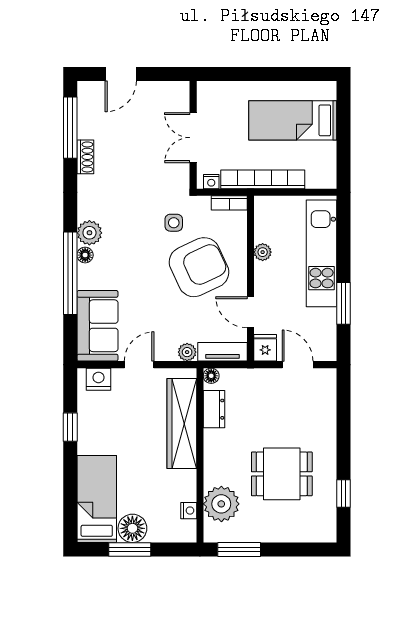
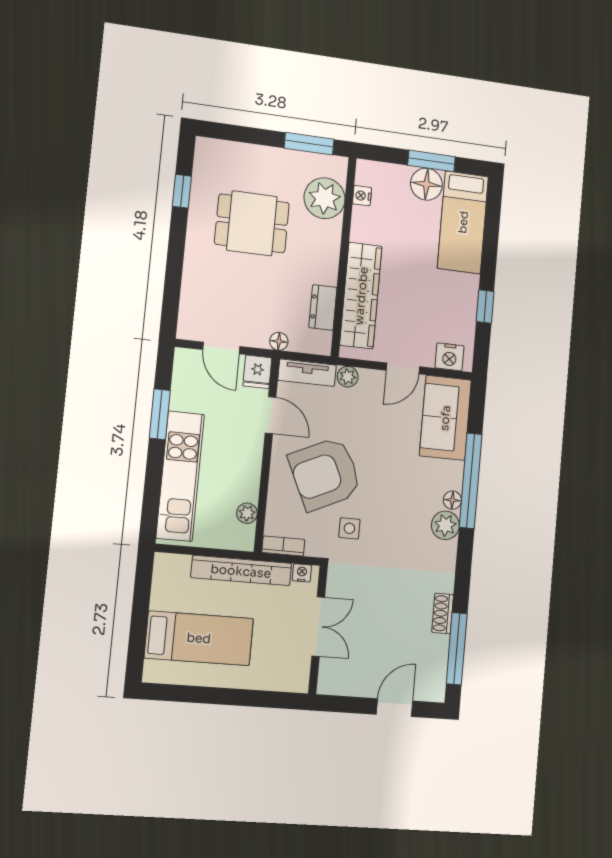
plant: (263, 252) -> (247, 513), moved
floor lamp: (211, 376) -> (279, 341), moved

